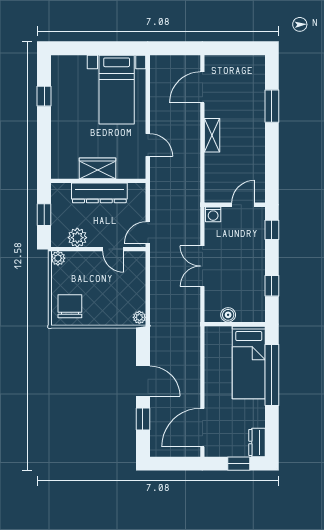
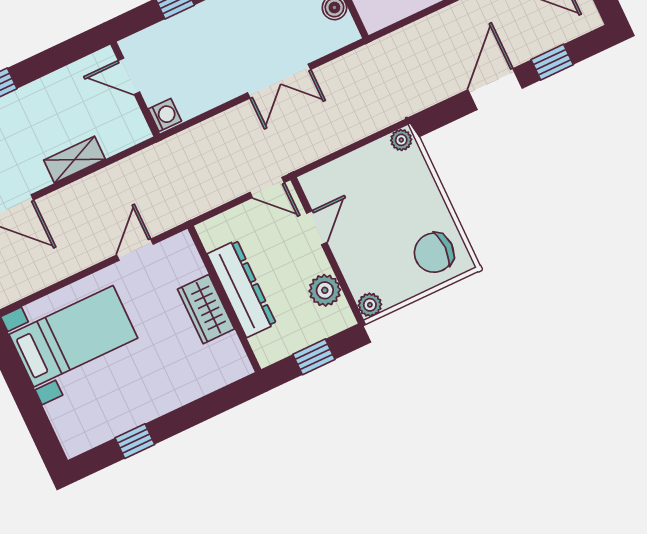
wall: (235, 205) -> (135, 89), moved
door: (243, 205) -> (129, 76), moved
washing machine: (213, 214) -> (165, 115), moved

